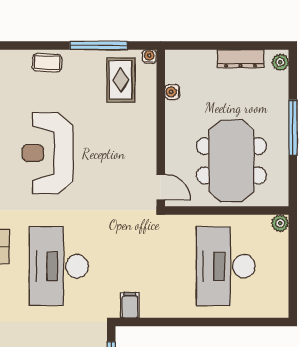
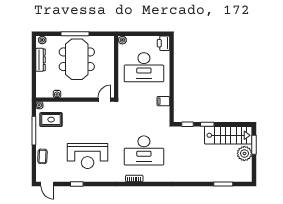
meeting table: (231, 161) -> (77, 59), moved, turned 90
filing cabinet: (130, 305) -> (163, 101), moved
printer: (274, 305) -> (164, 43), added

